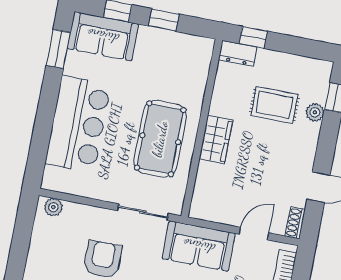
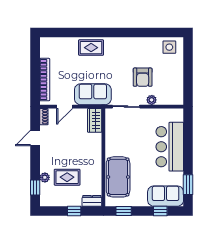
window: (164, 20) -> (124, 211), moved
window: (253, 37) -> (74, 211), moved
pool table: (160, 139) -> (118, 177), moved
wardrobe: (216, 139) -> (95, 120), moved
plant: (53, 207) -> (152, 100), moved

